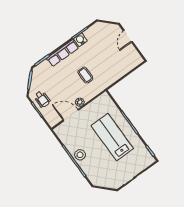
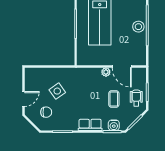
chair: (103, 39) -> (46, 112), added
water cooler: (80, 40) -> (114, 125), moved
row of seats: (63, 53) -> (90, 125), width x0.68
side table: (106, 61) -> (57, 91), added
coffee table: (85, 75) -> (114, 99), moved

